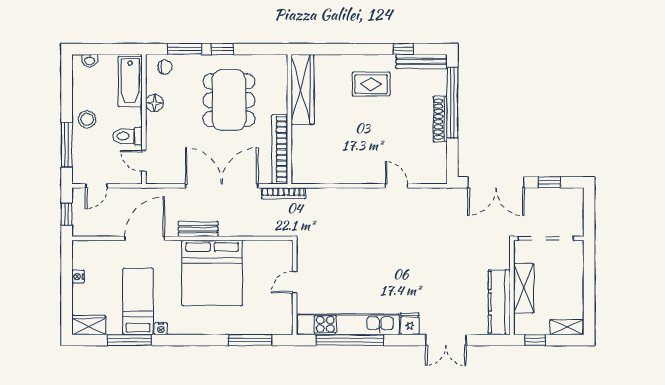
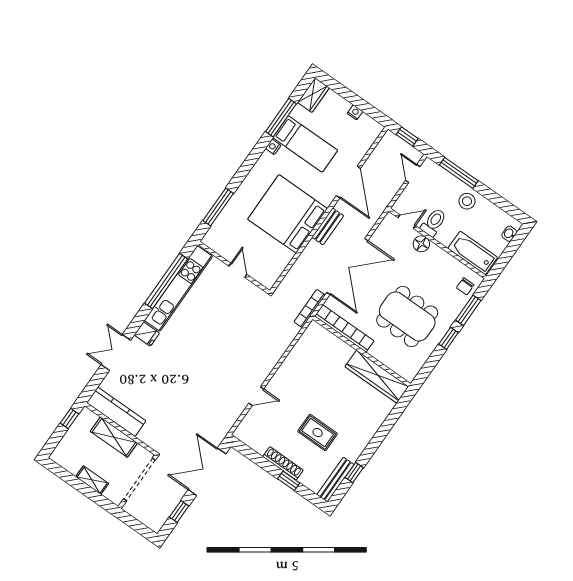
rug: (371, 84) -> (318, 433), moved, turned 90
floor lamp: (154, 103) -> (421, 244), moved
window: (452, 103) -> (289, 481), width x0.32
shelving: (567, 327) -> (92, 480), moved, turned 90

